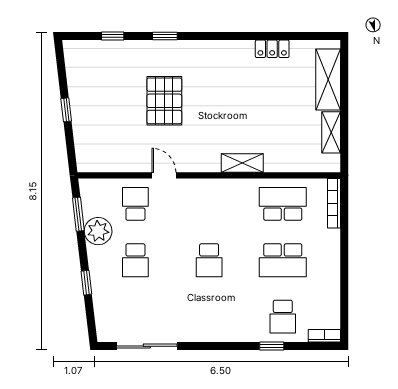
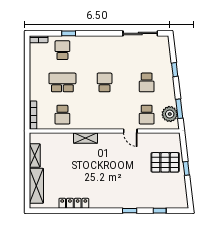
locker: (272, 49) -> (74, 203), width x1.53
pallet: (164, 101) -> (165, 162), moved, turned 90
school desk: (283, 204) -> (62, 115), width x0.54
plant: (98, 231) -> (170, 114), moved
school desk: (135, 260) -> (147, 82), turned 180

